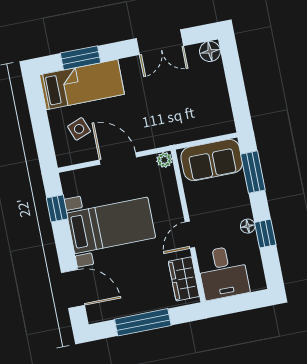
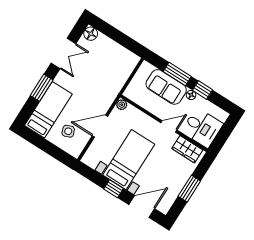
window: (80, 58) -> (42, 88), moved
sofa: (212, 160) -> (166, 87), moved, turned 90
window: (253, 172) -> (177, 74), moved
window: (57, 208) -> (113, 189), moved
door: (190, 235) -> (169, 126), swing flipped
window: (143, 322) -> (189, 189), width x0.69

